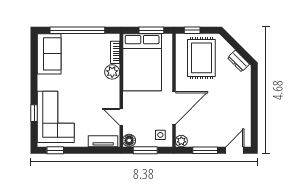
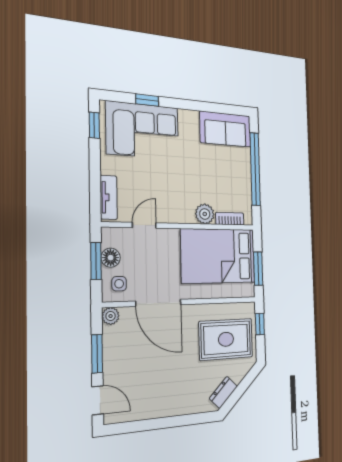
floor lamp: (129, 140) -> (111, 258), moved

